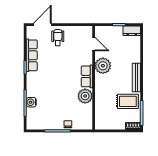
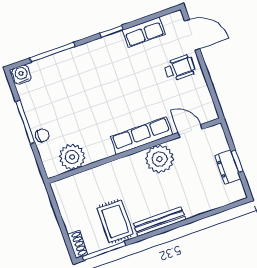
dresser: (132, 31) -> (228, 167), moved
door: (94, 44) -> (190, 131), swing flipped
row of seats: (32, 55) -> (144, 32), width x0.68
row of seats: (87, 76) -> (142, 136), width x1.48
plant: (85, 96) -> (72, 157), moved
water cooler: (31, 102) -> (21, 75), moved

